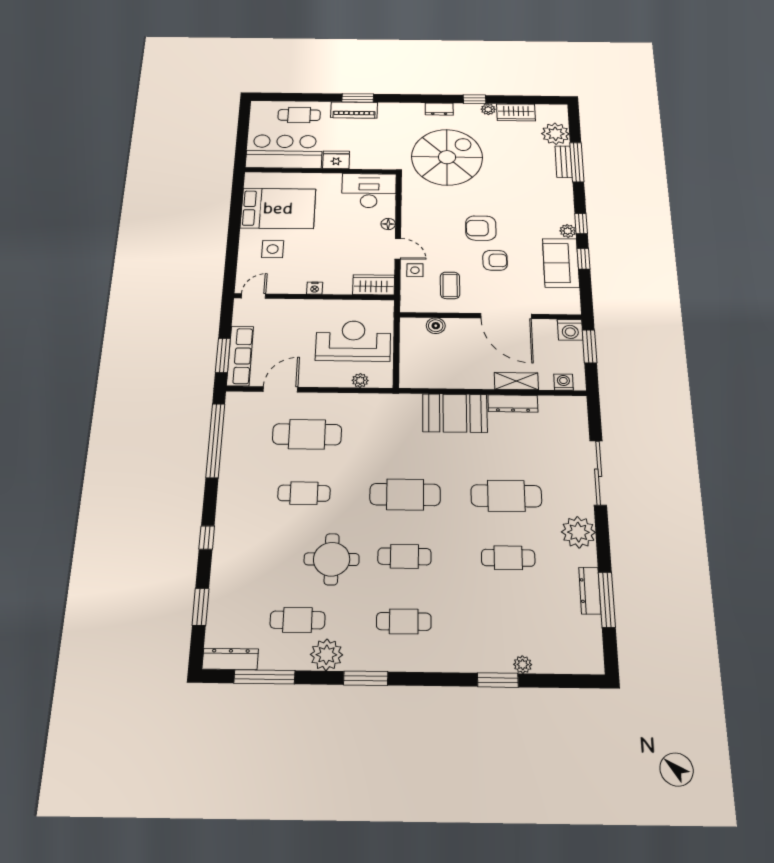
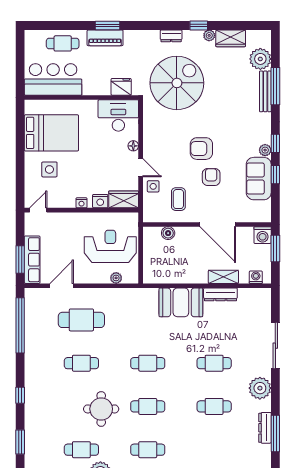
fridge: (336, 160) -> (121, 87), moved
bench: (564, 162) -> (265, 91), width x1.36
armchair: (495, 260) -> (211, 177), turned -90
nightstand: (341, 286) -> (100, 201), added
cafe table: (405, 495) -> (148, 363), width x0.73, depth x0.74
cafe table: (506, 496) -> (214, 363), width x0.73, depth x0.74

